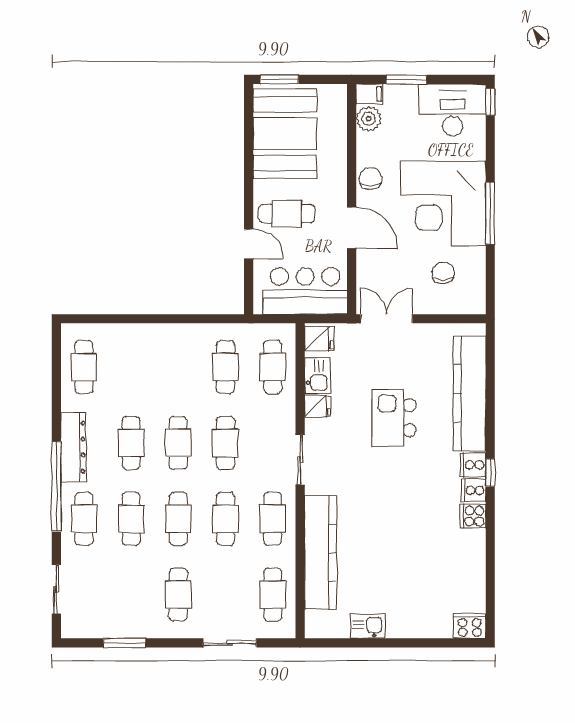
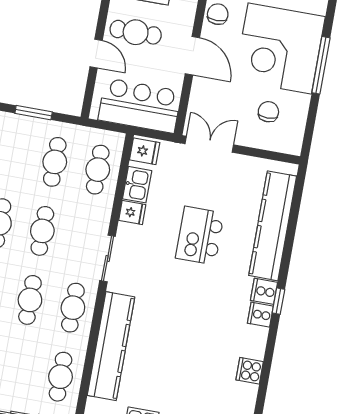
window: (193, 319) -> (34, 113), added
cooker: (473, 516) -> (250, 371), moved

